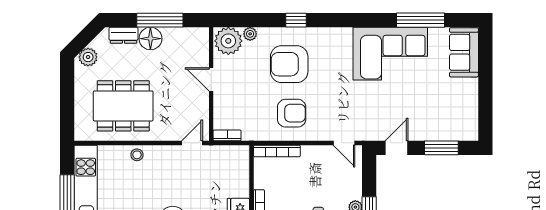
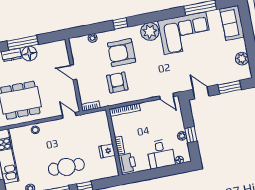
window: (160, 20) -> (23, 43), moved
plant: (228, 41) -> (150, 32), moved
plant: (468, 109) -> (242, 59), added
armchair: (292, 113) -> (117, 82), moved, turned -90
door: (192, 143) -> (69, 115), hinge flipped
door: (397, 148) -> (201, 93), hinge flipped

